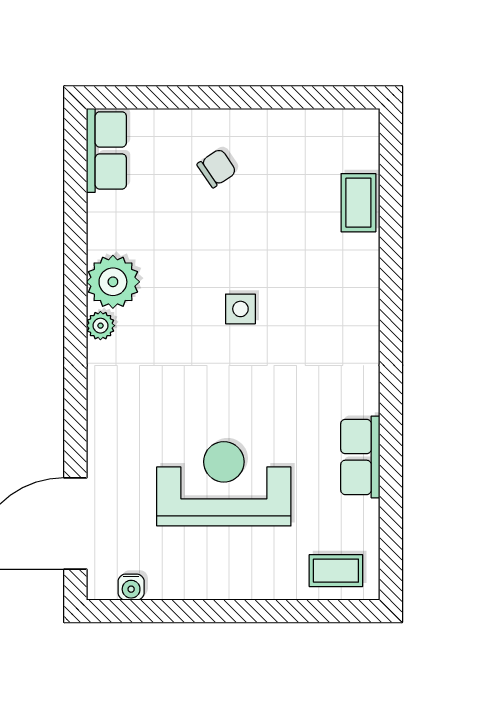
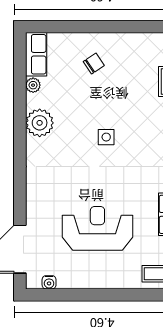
plant: (100, 326) -> (33, 85), moved

